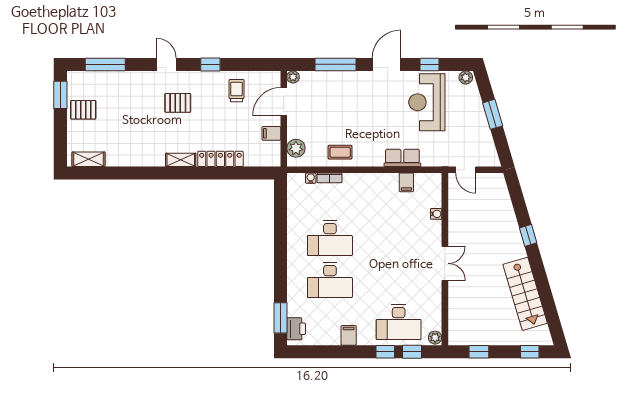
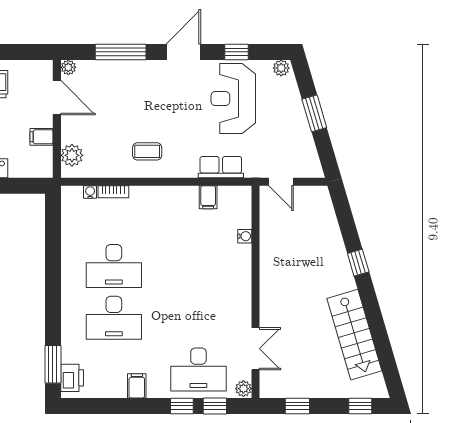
door: (284, 102) -> (57, 98), swing flipped
coffee table: (340, 152) -> (147, 151), moved
row of seats: (402, 158) -> (221, 167), moved
double door: (445, 263) -> (255, 349), moved

